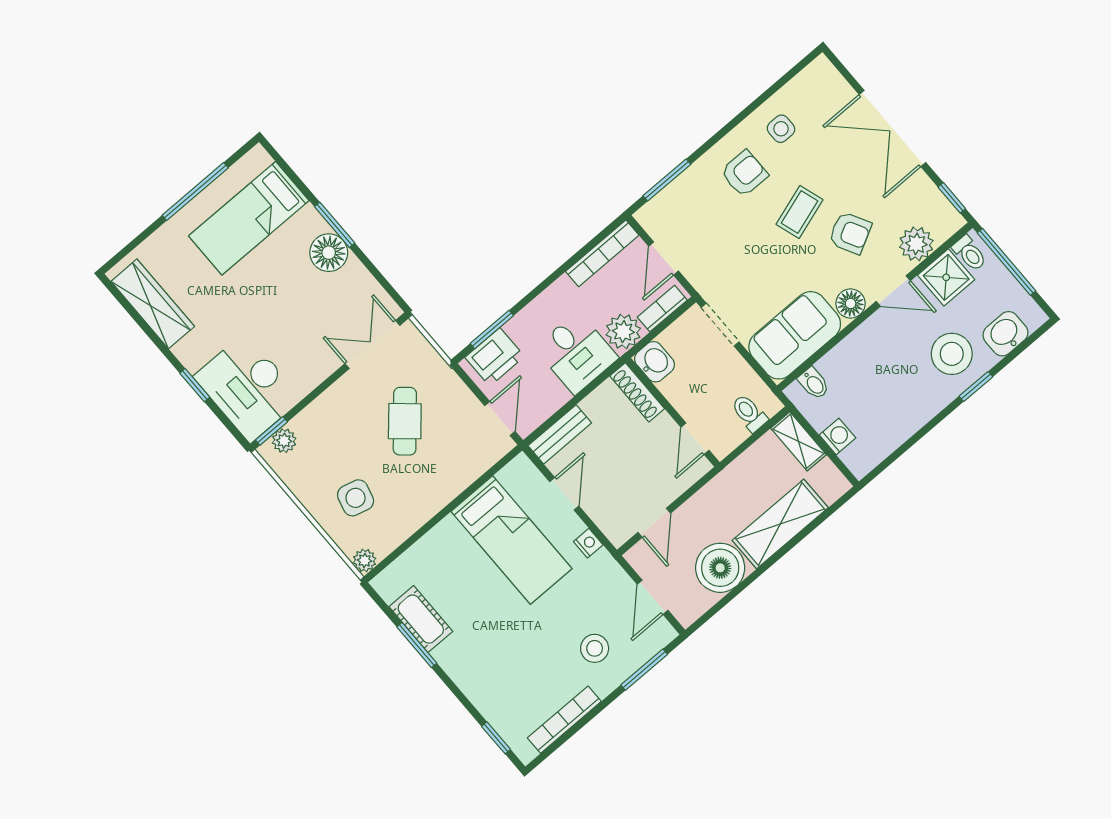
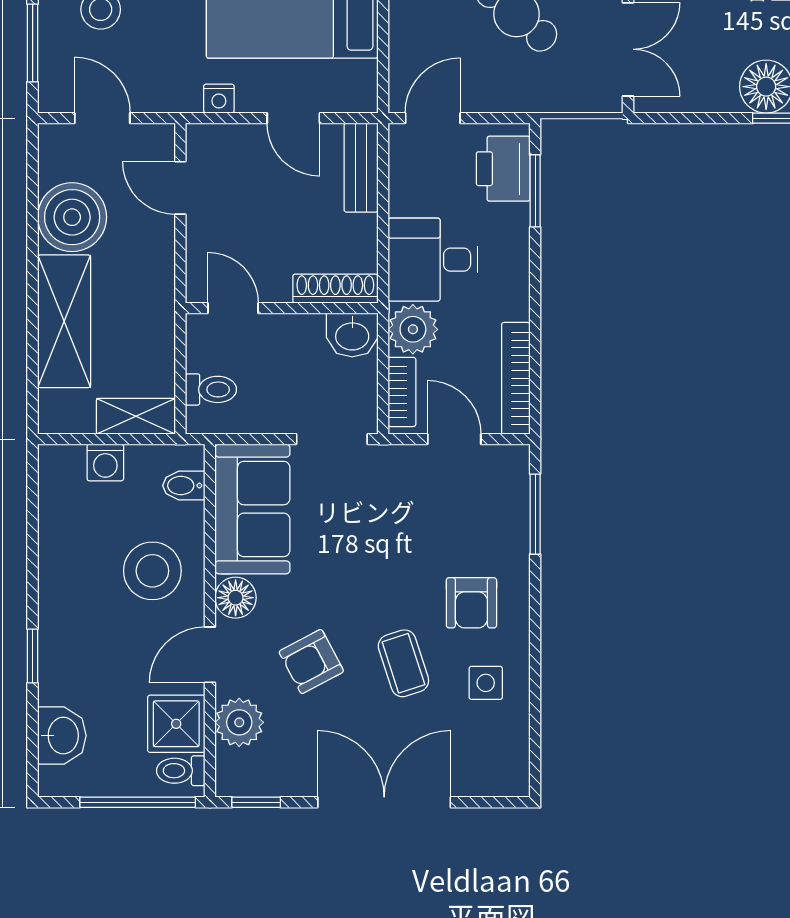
coffee table: (799, 212) -> (403, 663), moved
stool: (952, 354) -> (152, 571), moved
door: (500, 418) -> (433, 118), swing flipped

